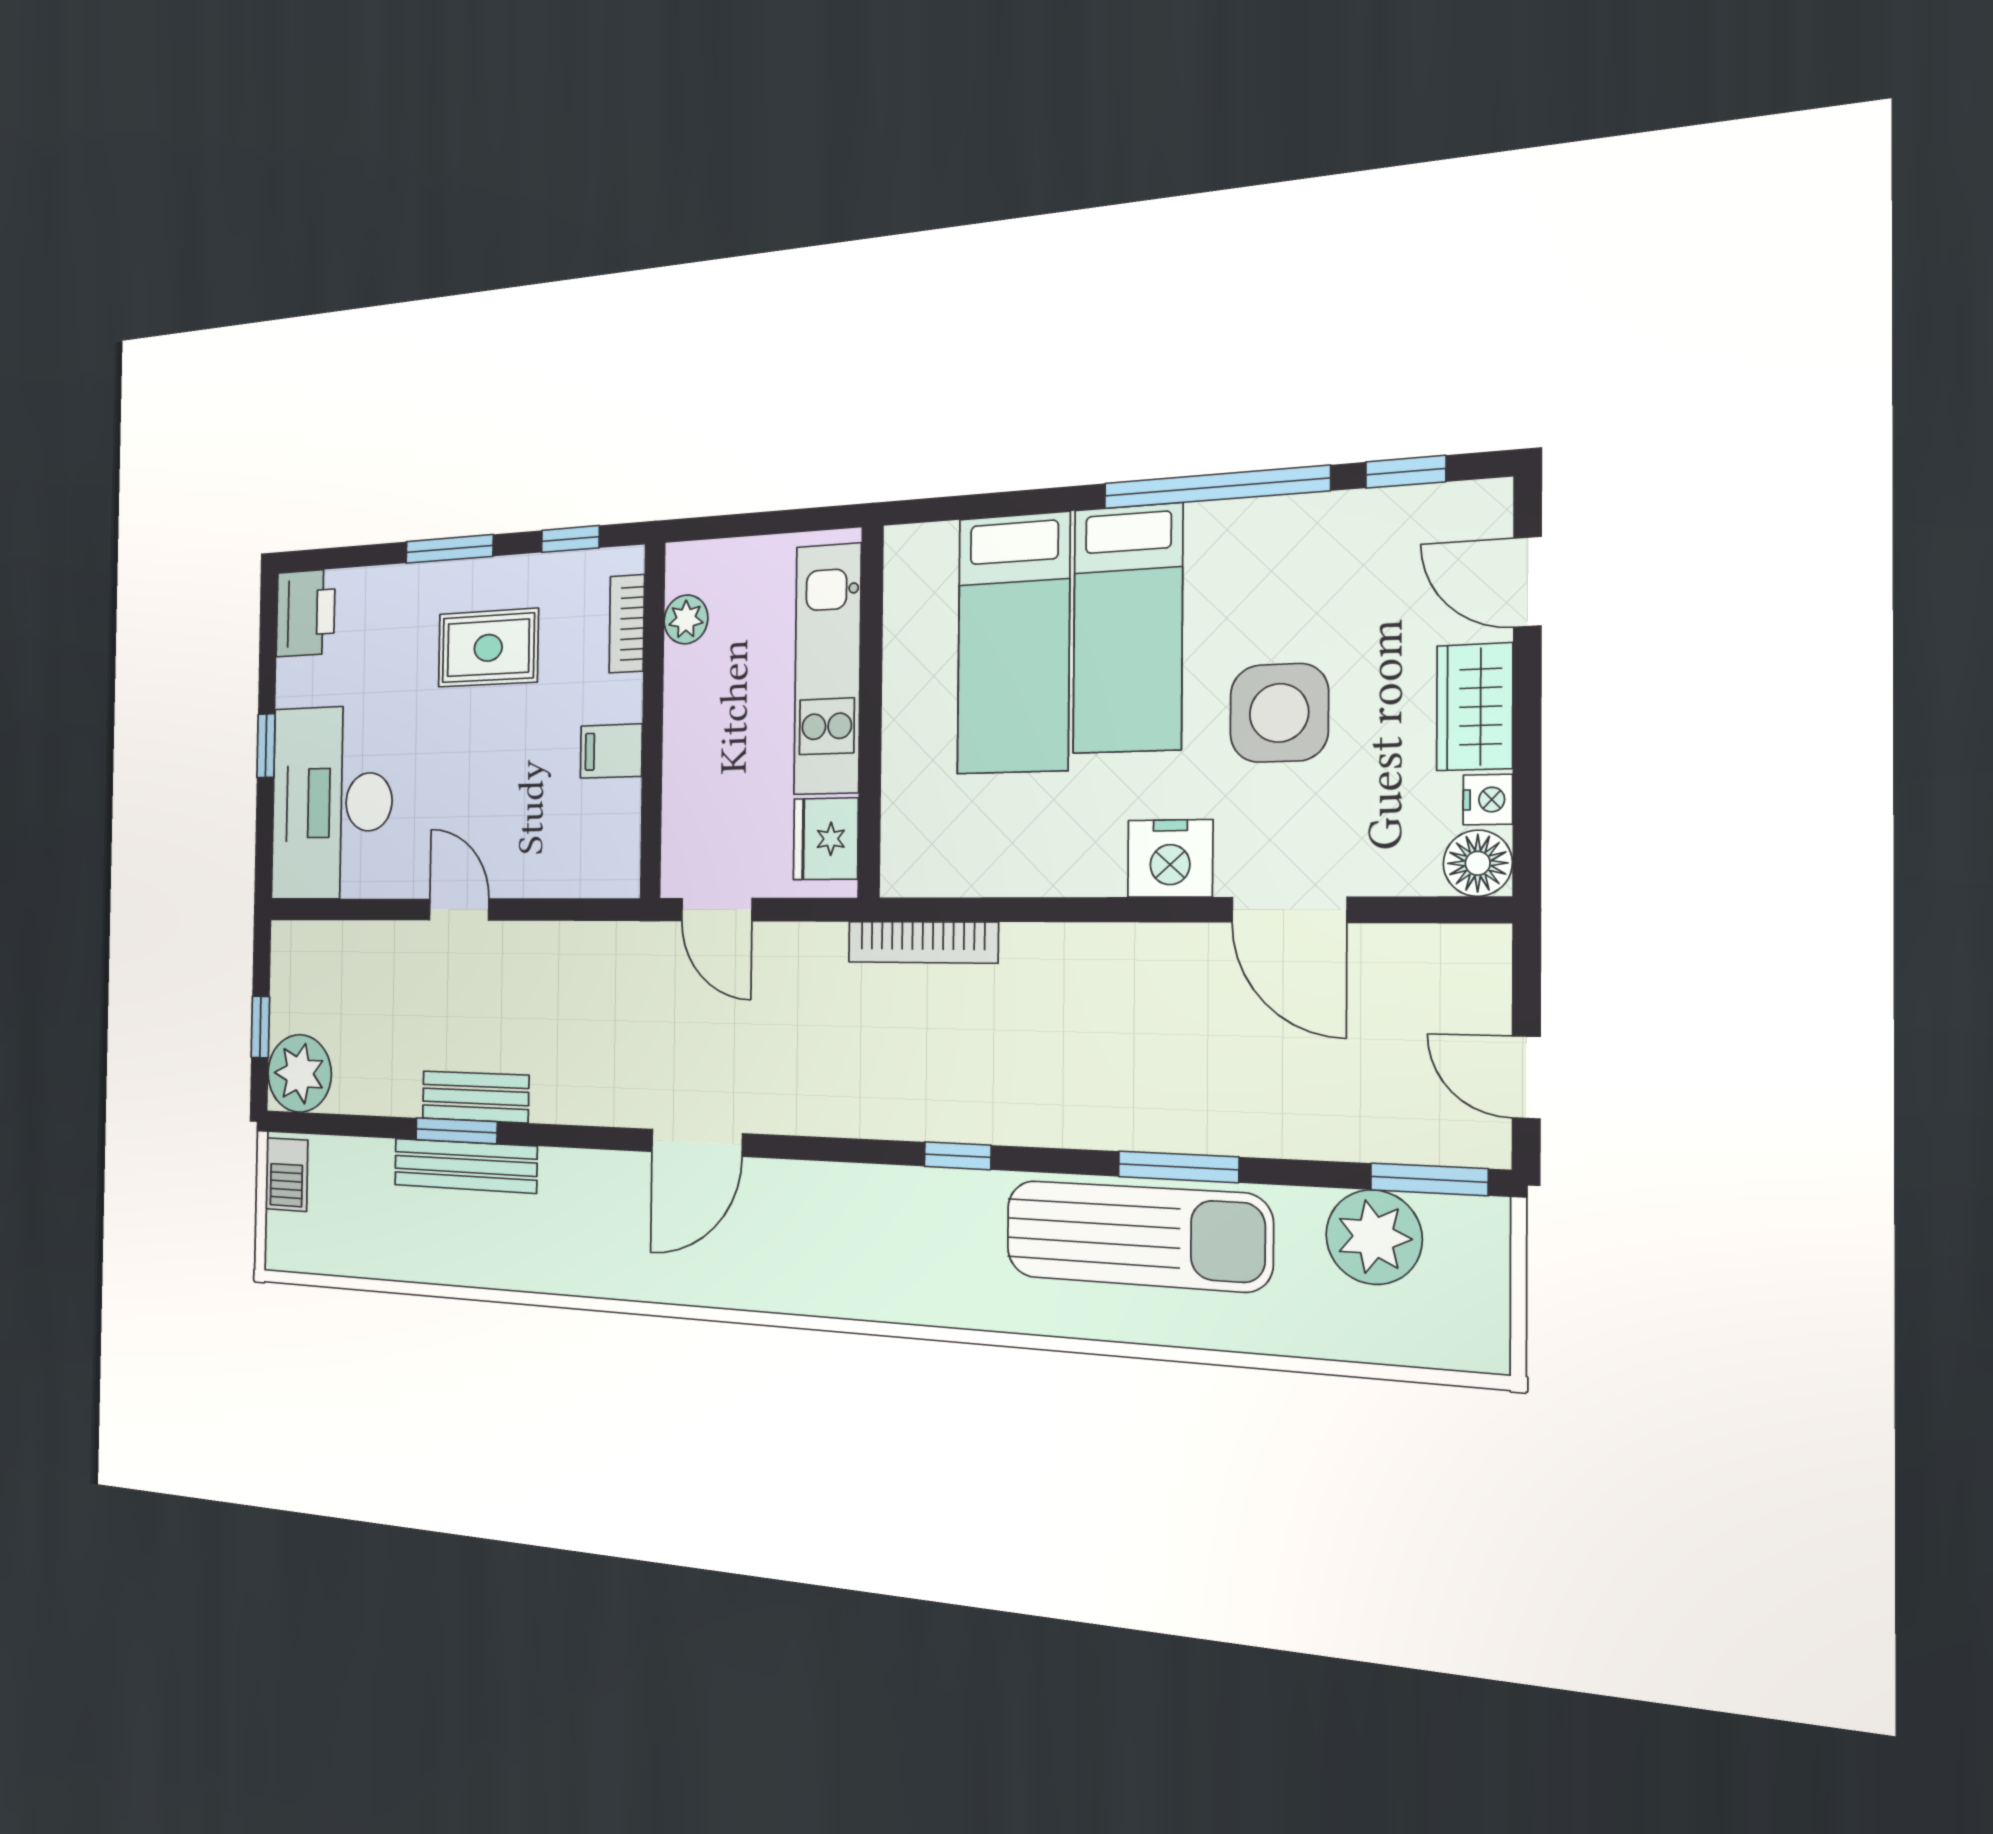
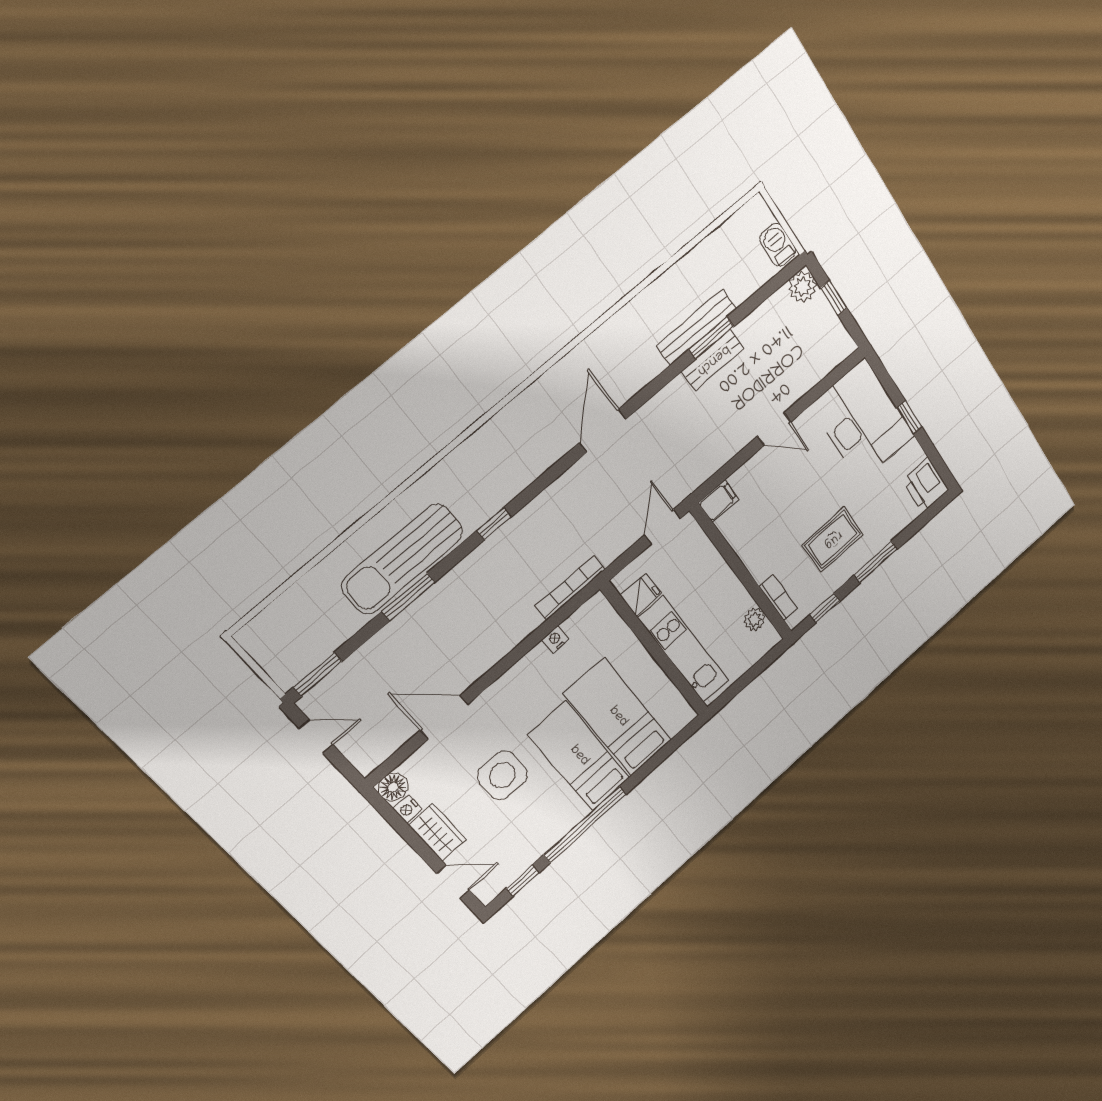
filing cabinet: (611, 751) -> (718, 501), moved
fridge: (826, 839) -> (641, 595), width x0.72
nightstand: (1170, 858) -> (556, 639), moved, width x0.53, depth x0.56
door: (717, 910) -> (662, 527), hinge flipped
plant: (299, 1073) -> (803, 287), width x0.73, depth x0.73
plant: (1374, 1237) -> (319, 638), removed

